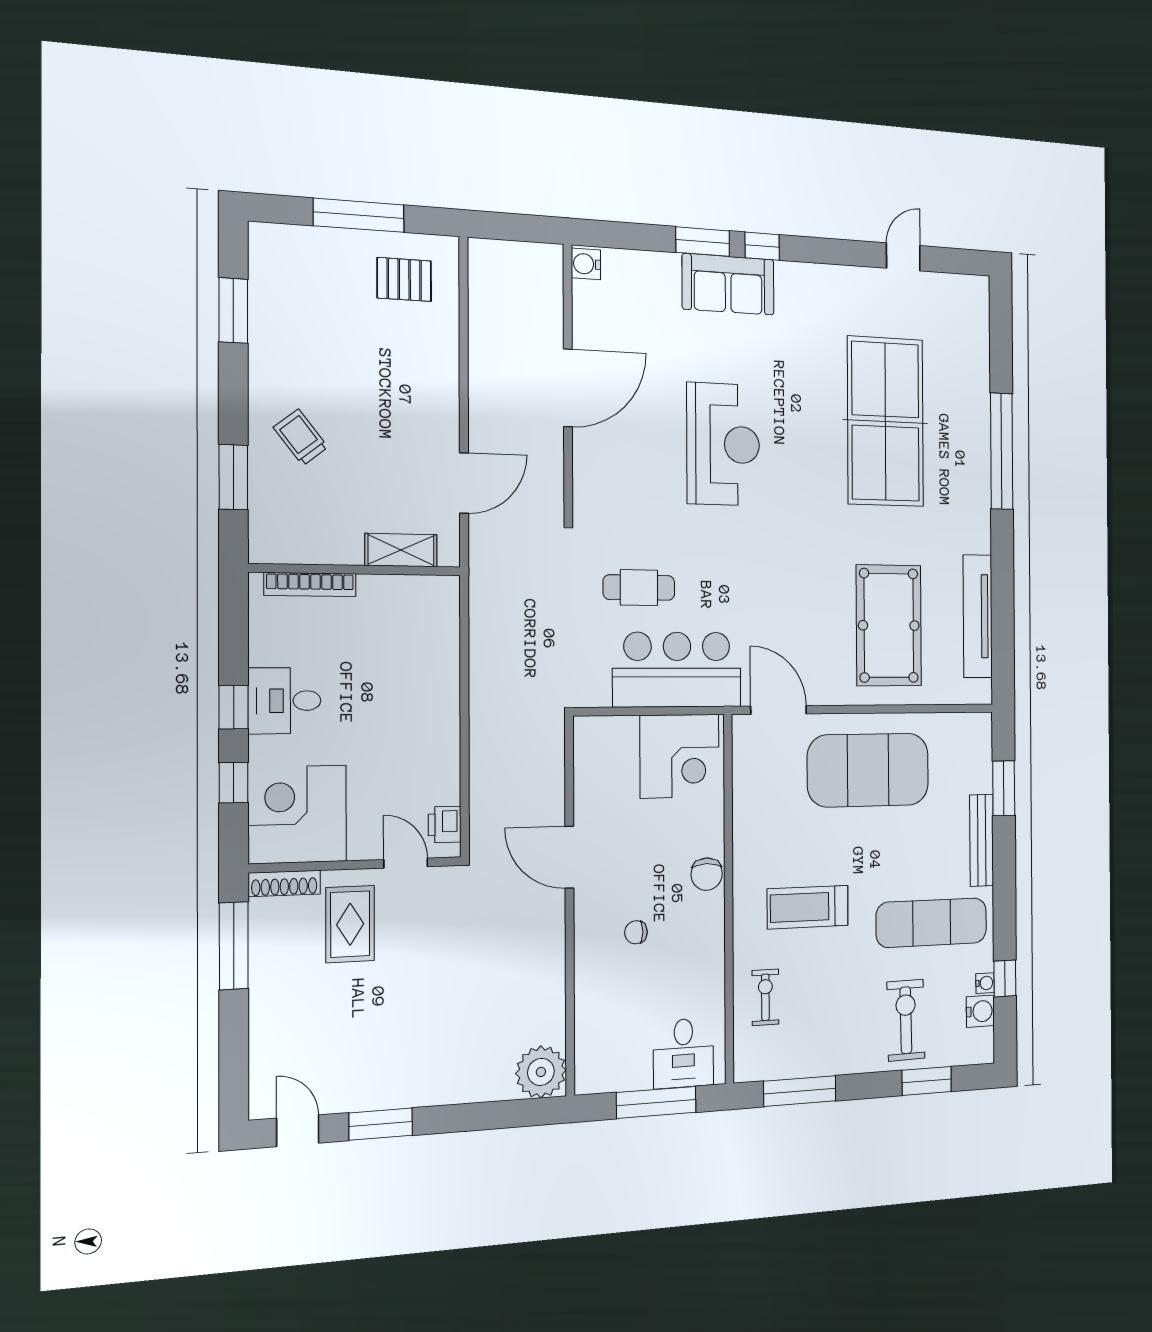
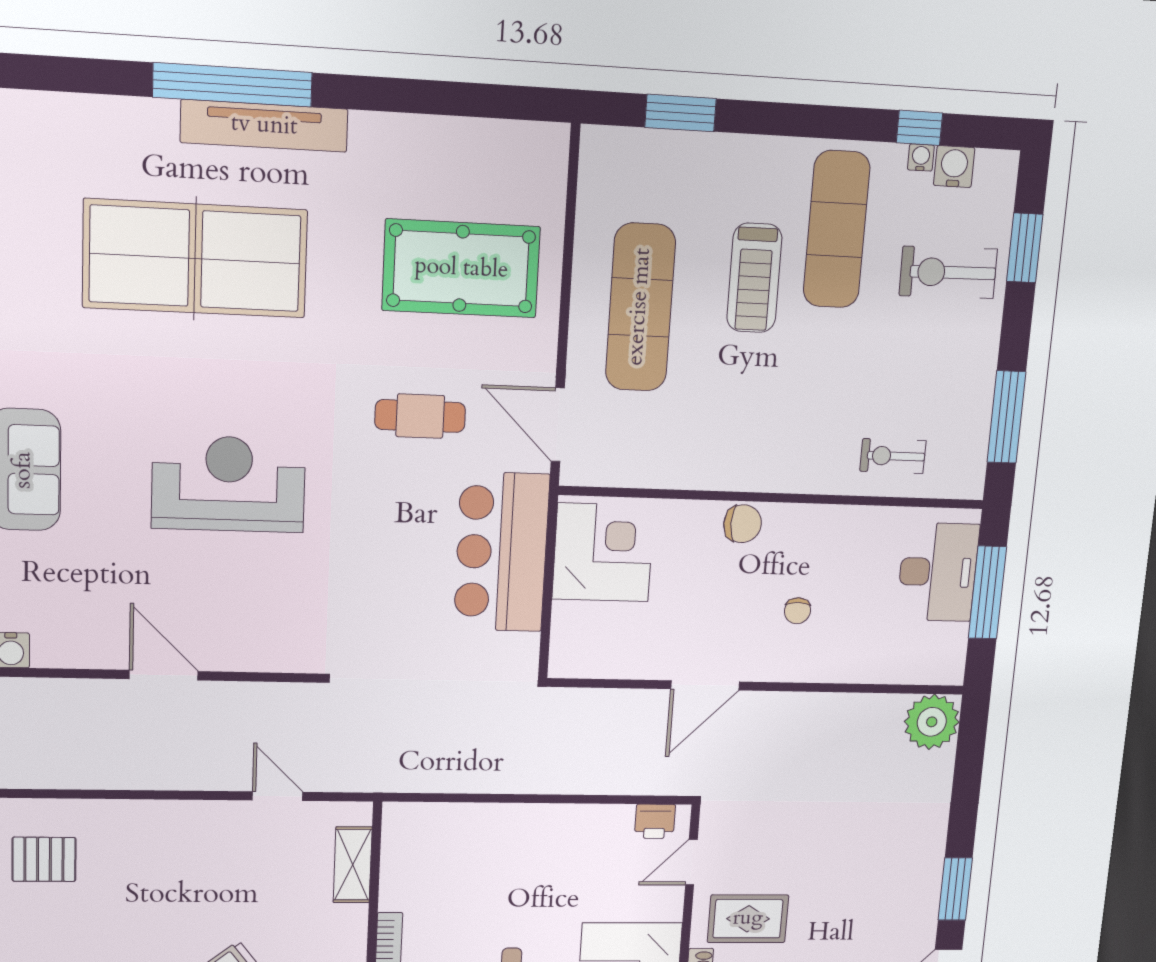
pallet: (404, 279) -> (44, 859), turned 90
door: (568, 388) -> (164, 675), width x0.73
door: (464, 483) -> (277, 796), width x0.73
cafe table: (639, 588) -> (420, 416), moved, turned 90
tv unit: (978, 616) -> (264, 126), moved
door: (779, 710) -> (558, 425), hinge flipped
exercise mat: (868, 770) -> (640, 307), width x0.68
bench: (982, 840) -> (743, 151), removed
treadmill: (808, 907) -> (754, 278), moved
desk: (683, 1053) -> (938, 572), width x1.37

